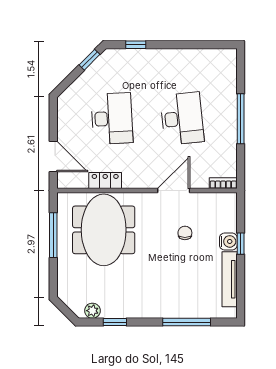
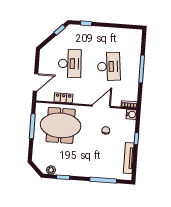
door: (53, 156) -> (36, 82), hinge flipped
meeting table: (104, 230) -> (61, 125), turned 90
water cooler: (228, 241) -> (131, 114), moved

